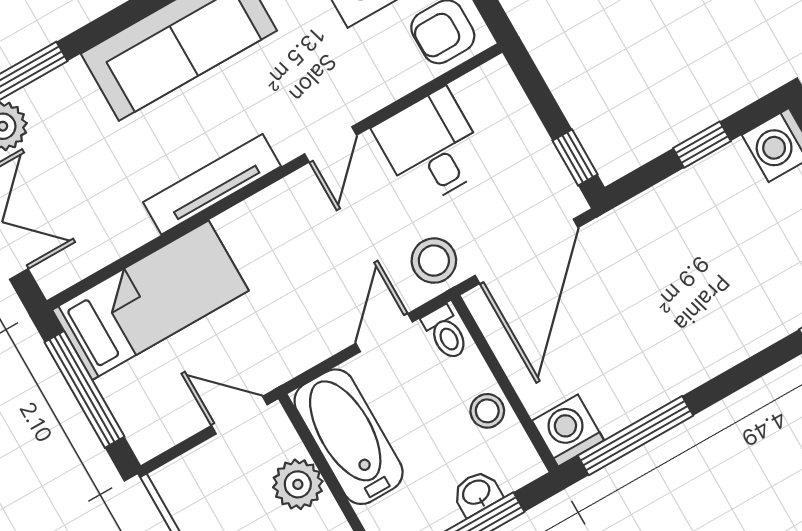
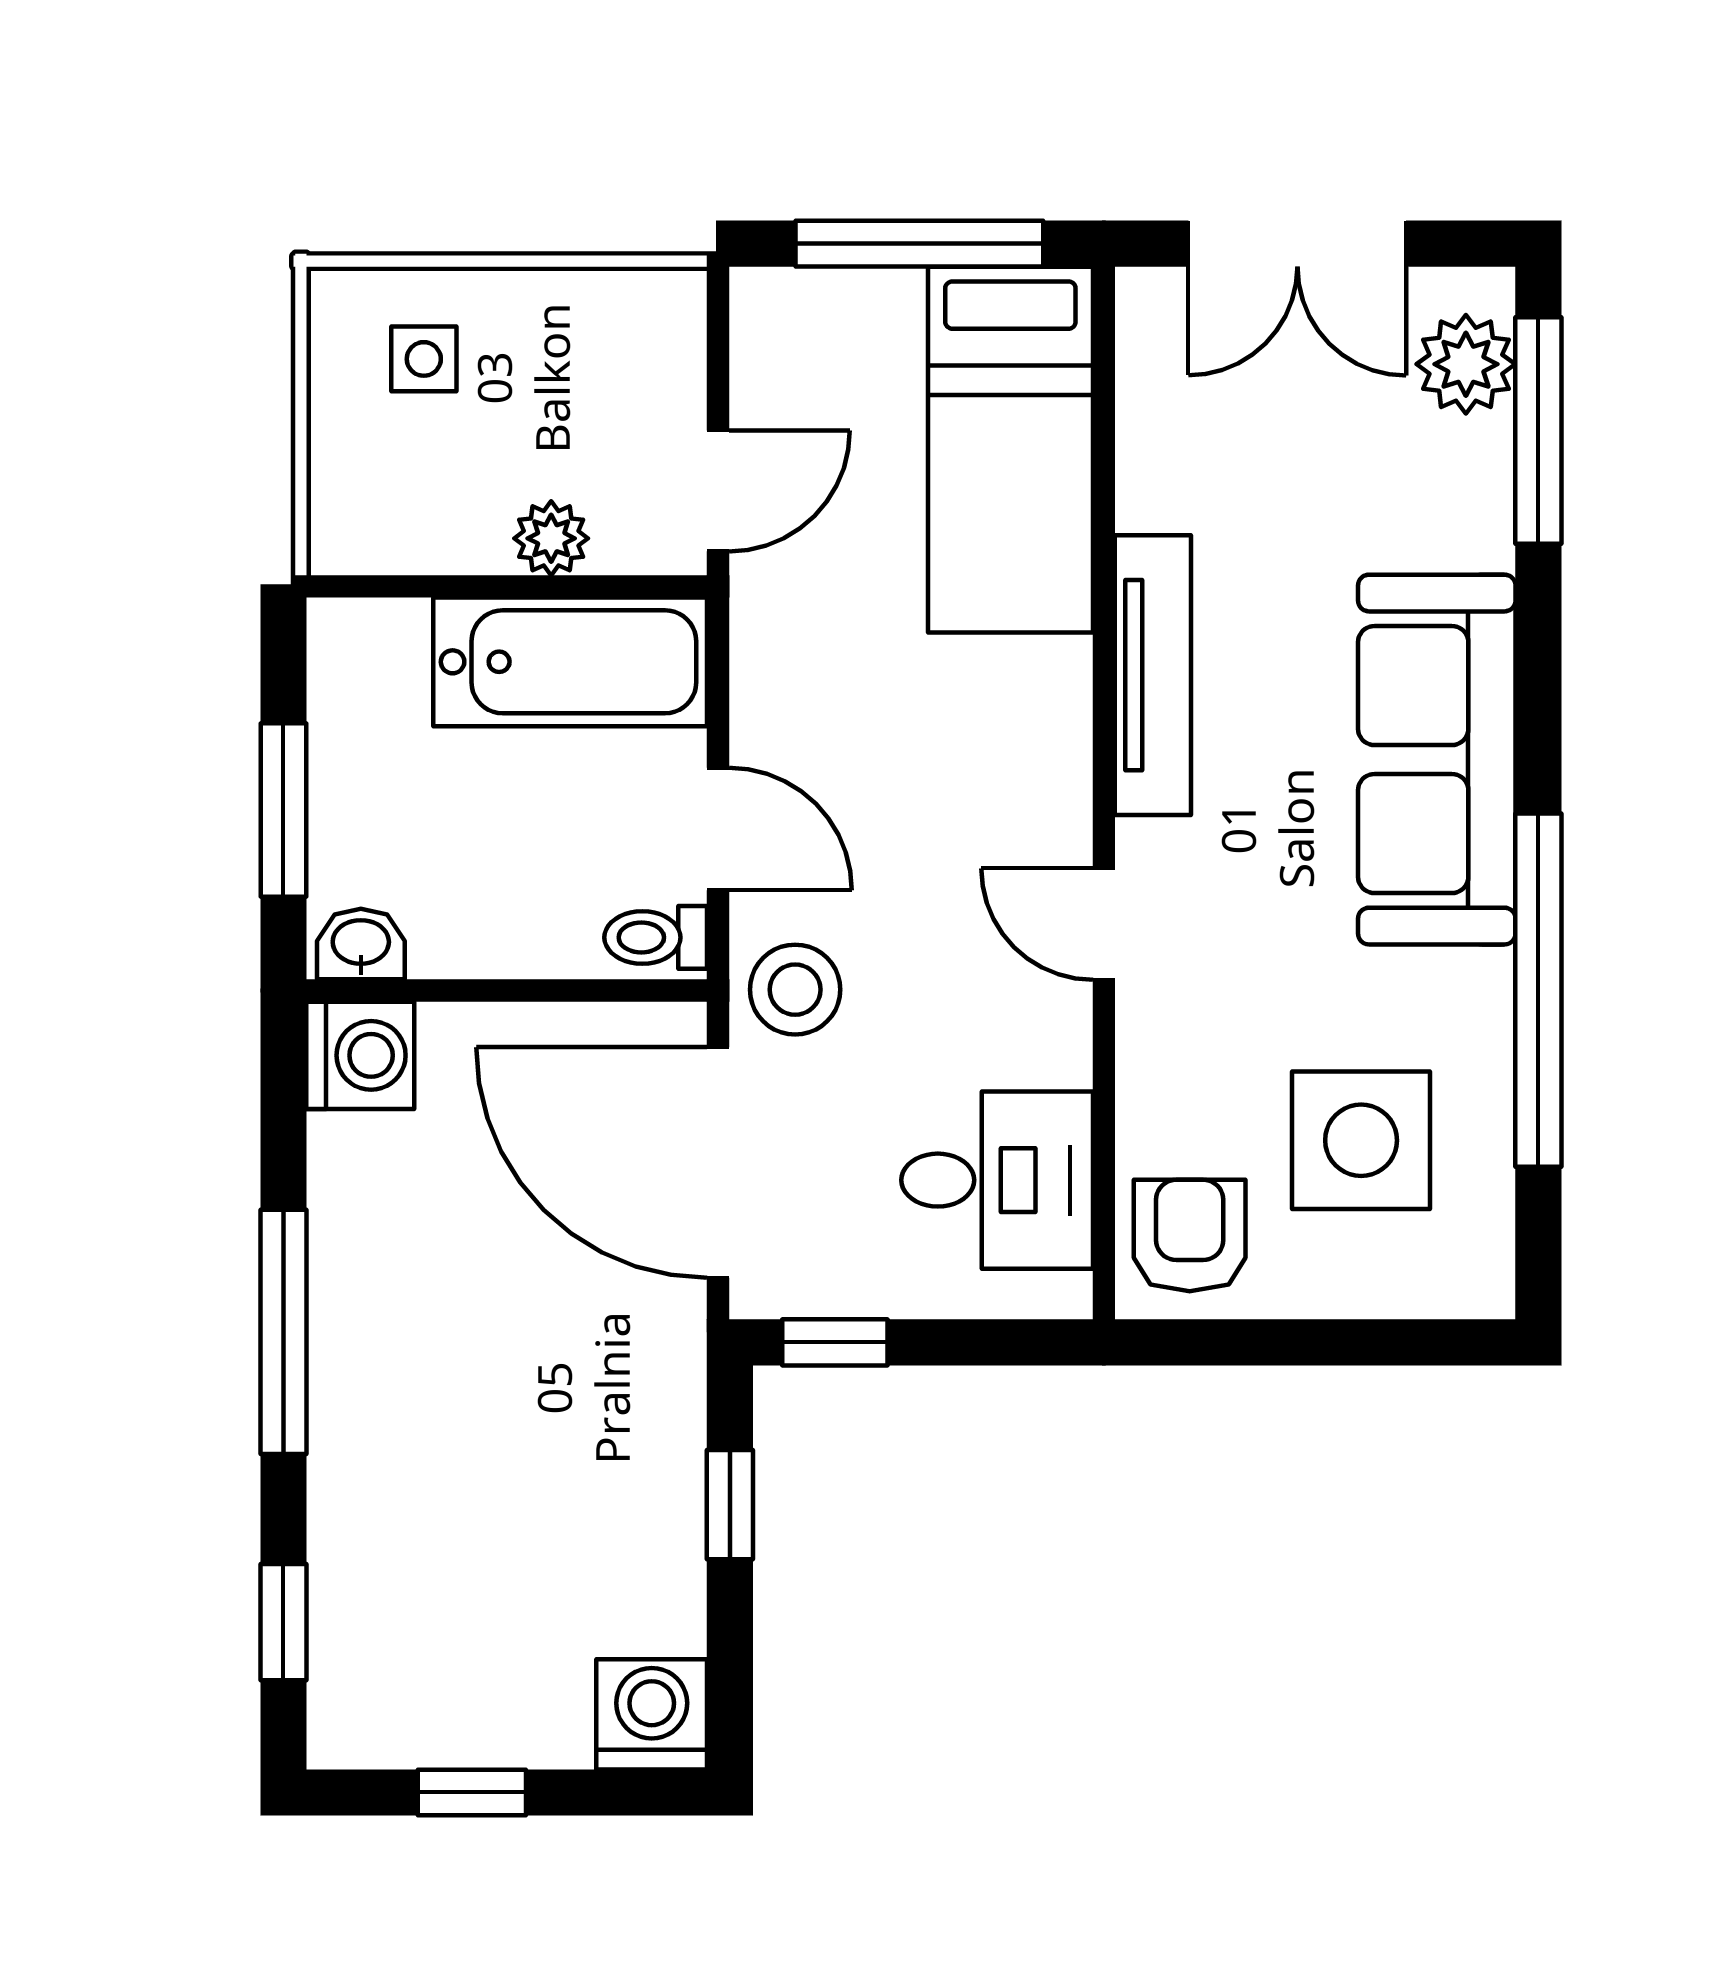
window: (702, 145) -> (730, 1505), moved
desk: (431, 147) -> (997, 1180), moved
stool: (487, 411) -> (476, 932), removed
window: (635, 436) -> (283, 1332), moved
plant: (298, 484) -> (551, 538), width x0.73, depth x0.73
washbasin: (477, 493) -> (361, 944), moved, turned -90

